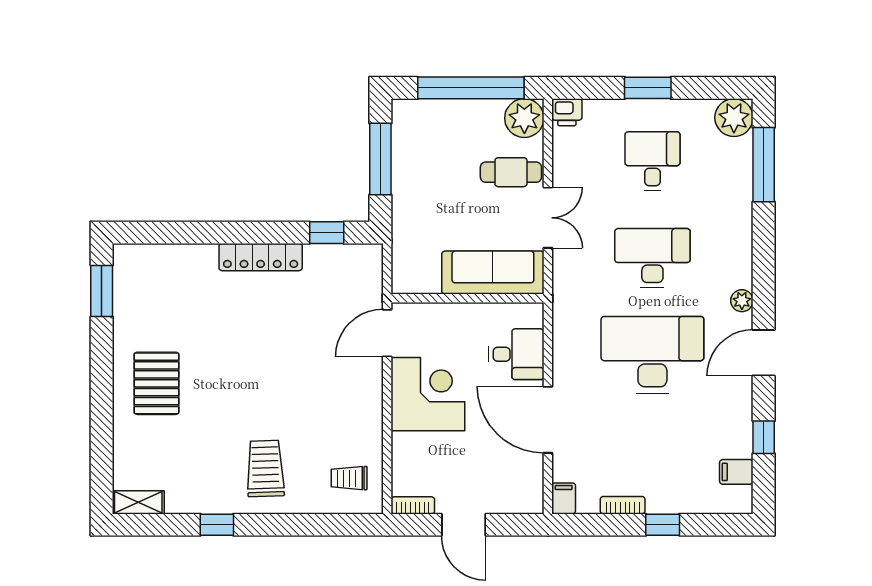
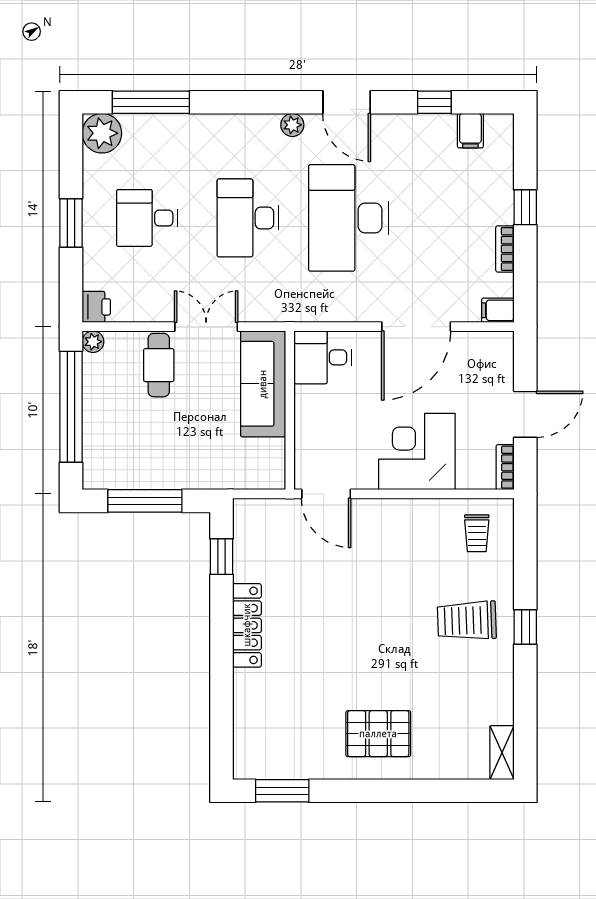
plant: (524, 118) -> (93, 342), width x0.53, depth x0.53
desk: (516, 354) -> (323, 357), moved, turned -90
corner desk: (428, 394) -> (417, 452), moved
window: (217, 525) -> (525, 627), moved

